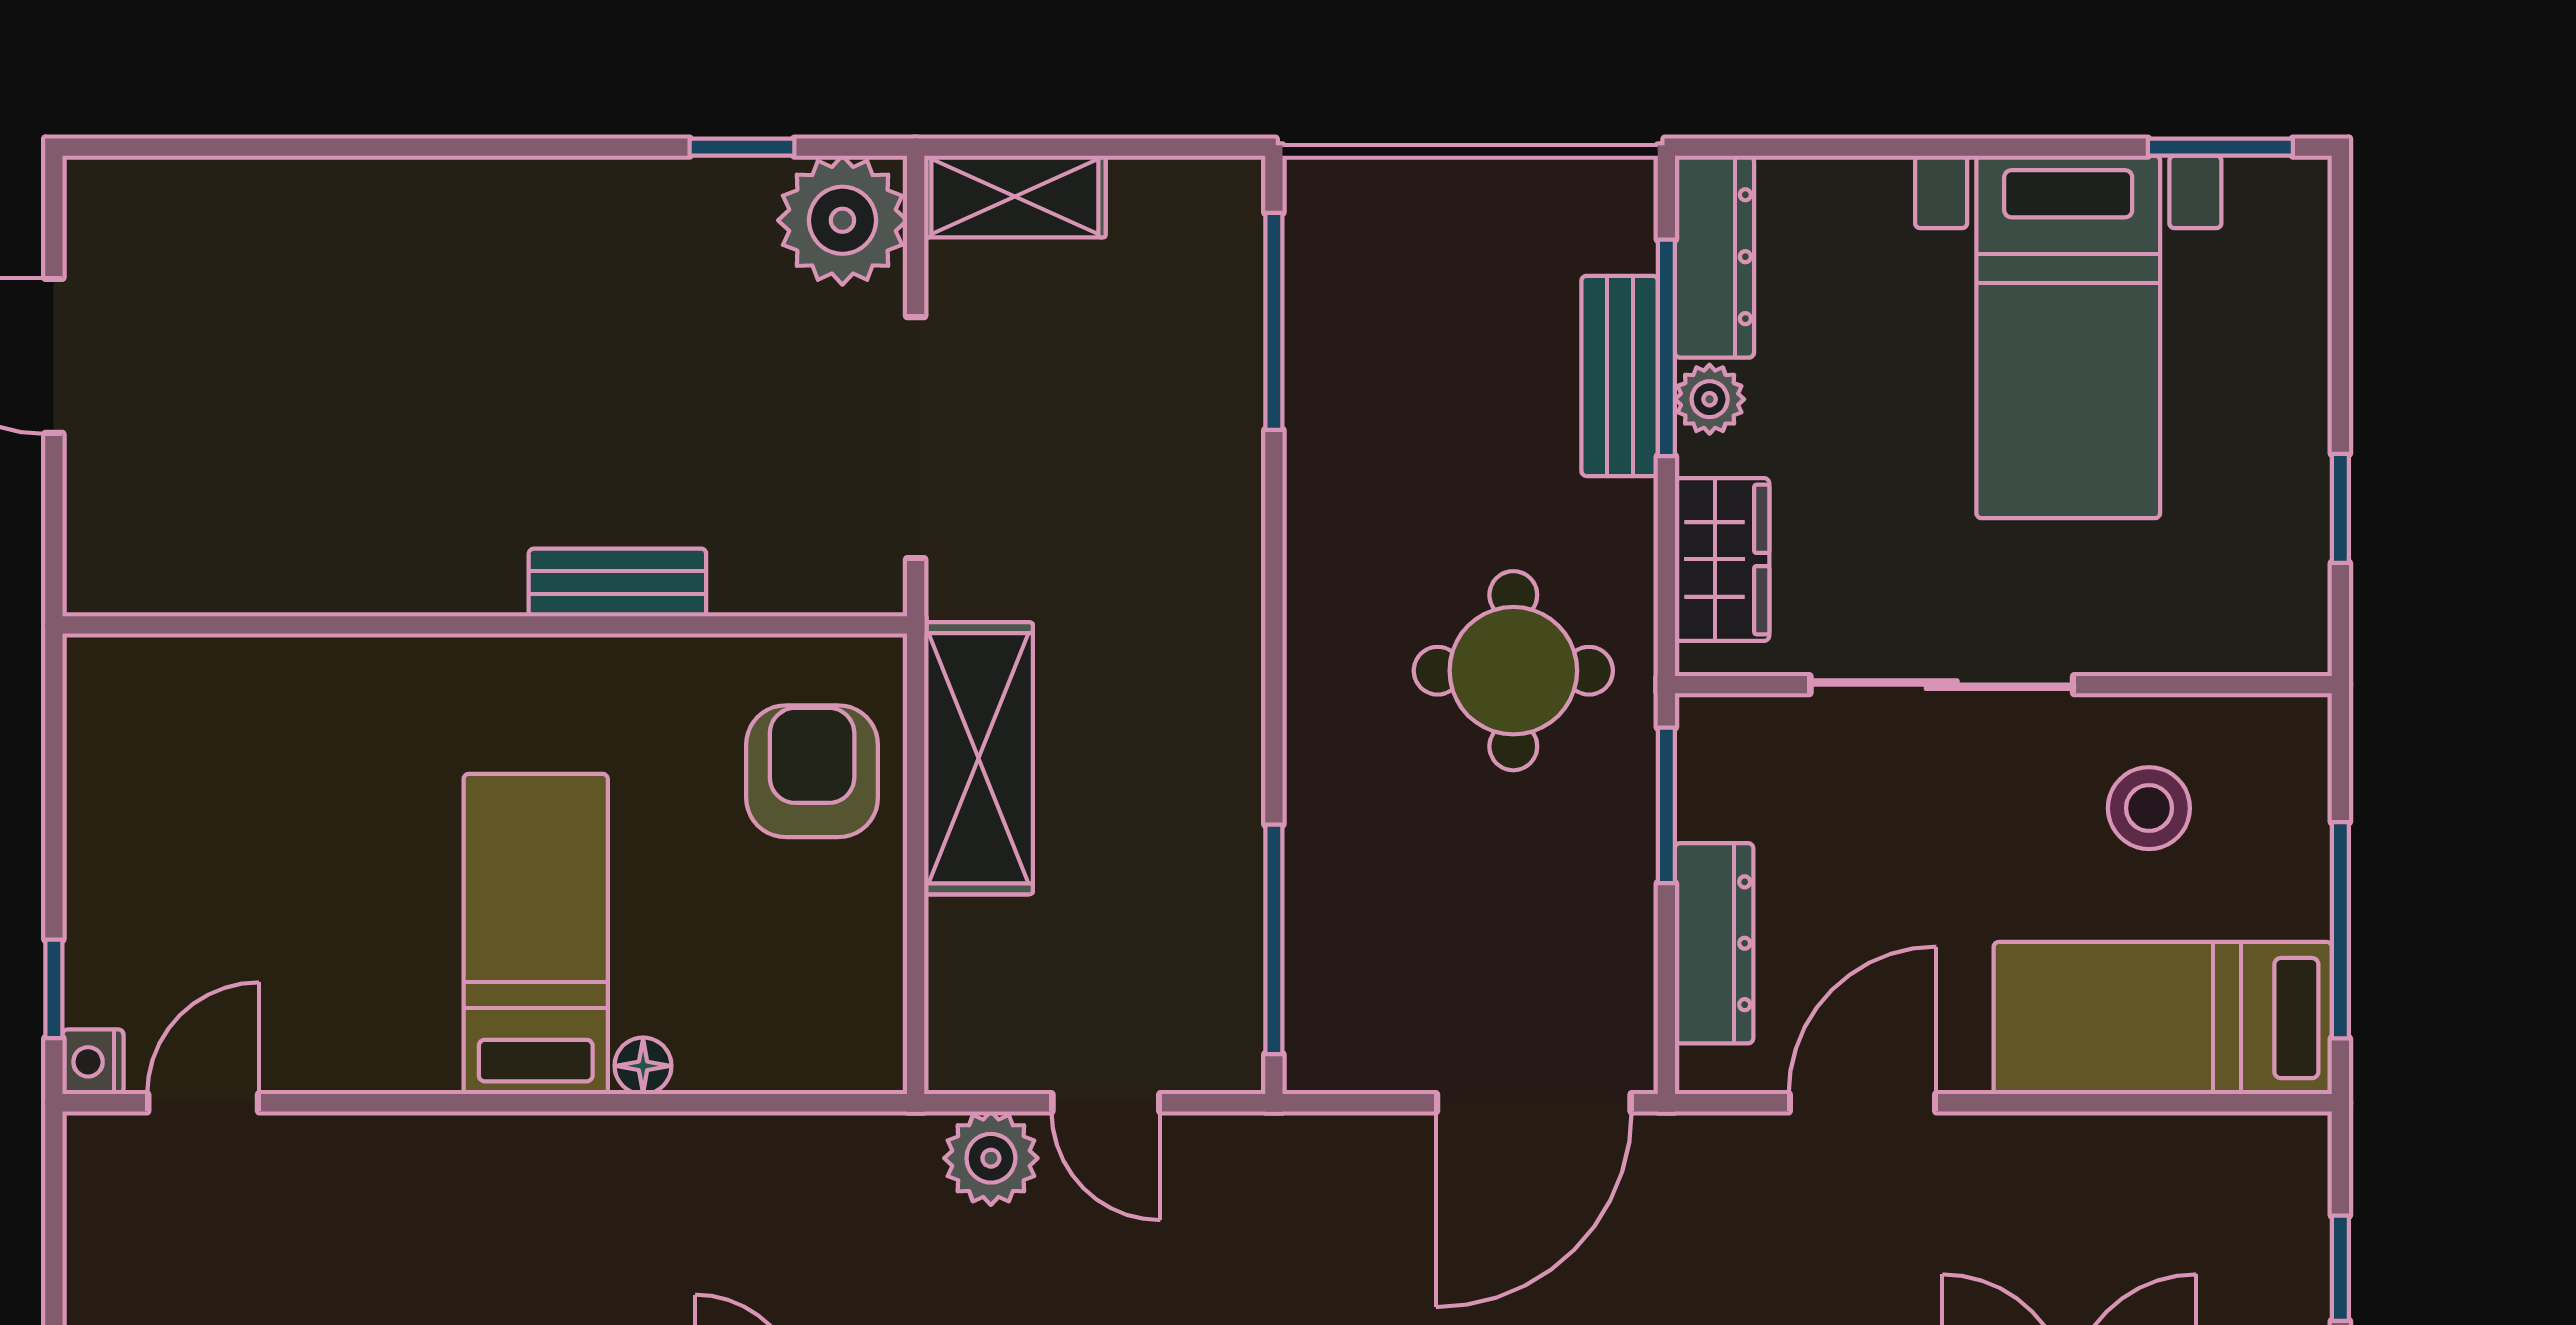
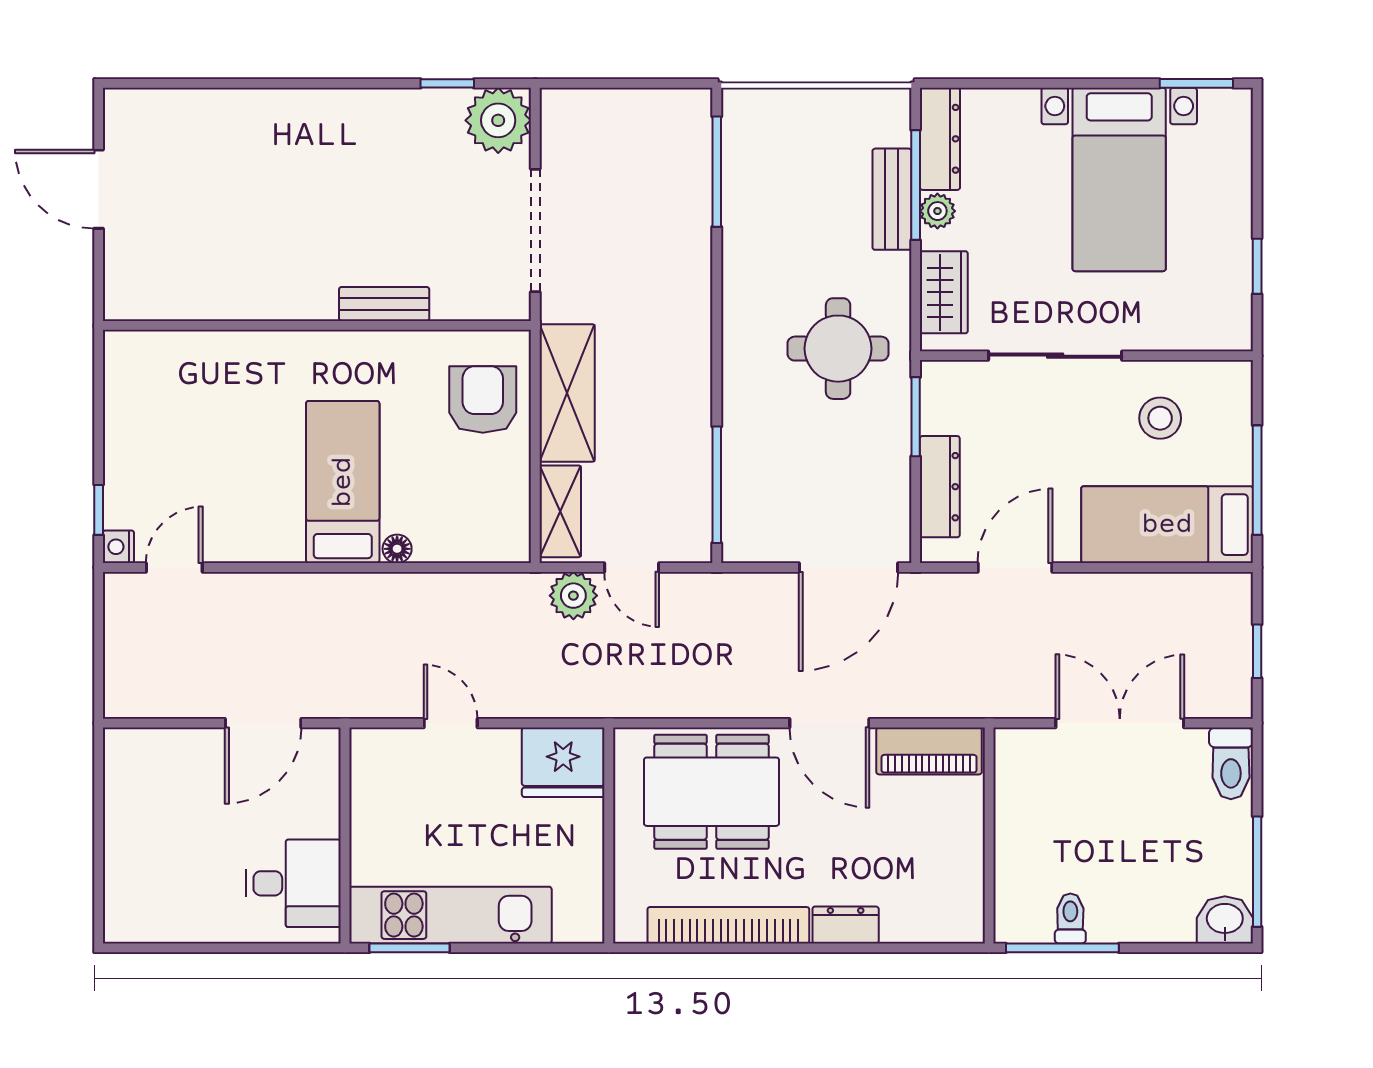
shelving: (1015, 197) -> (560, 511), moved, turned 90

